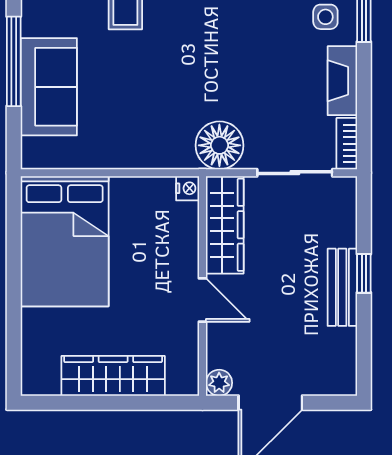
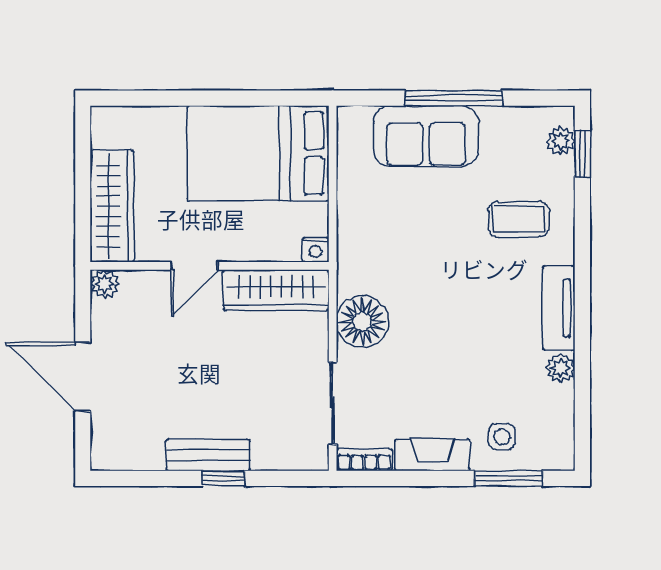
nightstand: (188, 188) -> (316, 250), moved
wardrobe: (225, 225) -> (276, 290), moved
wall: (203, 286) -> (210, 266), moved
door: (203, 300) -> (194, 266), moved
plant: (219, 383) -> (104, 284), moved

